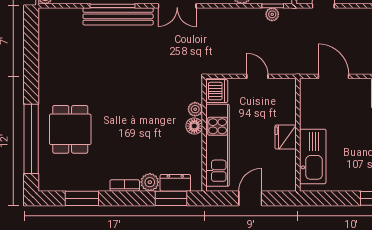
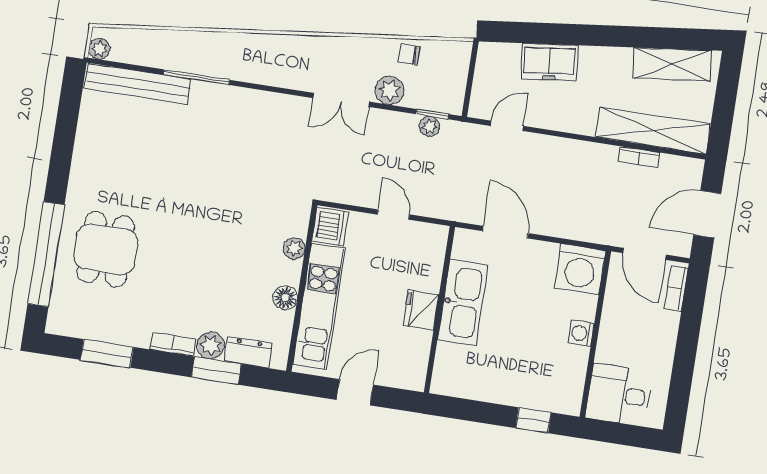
double door: (177, 6) -> (341, 100), moved
bench: (118, 16) -> (138, 84), moved
floor lamp: (194, 126) -> (285, 298), moved
kitchen sink: (313, 156) -> (463, 303), moved
window: (171, 198) -> (216, 371), moved

